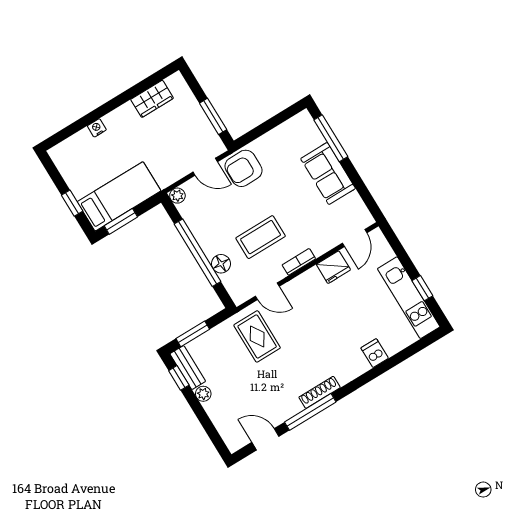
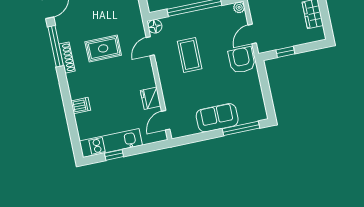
window: (213, 116) -> (285, 52), width x0.67
door: (355, 238) -> (166, 120), hinge flipped
bookcase: (299, 262) -> (163, 75), removed
floor lamp: (221, 264) -> (155, 26), moved
rug: (257, 336) -> (103, 48), moved

